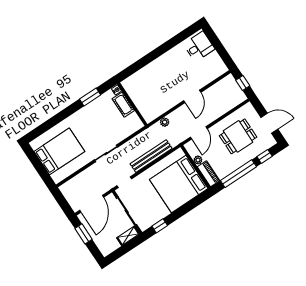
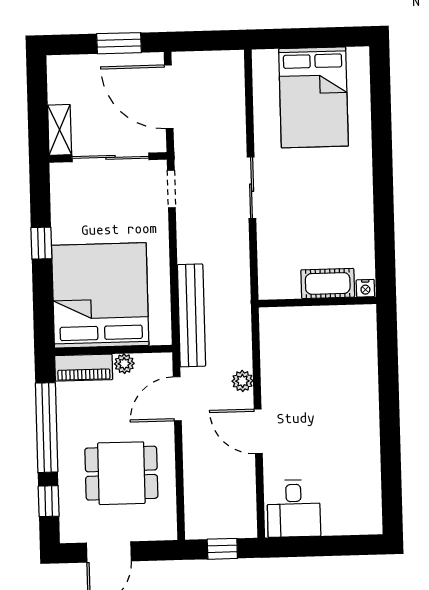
desk: (199, 47) -> (294, 508), moved
window: (90, 97) -> (384, 226), removed
plant: (165, 122) -> (242, 381), moved
door: (199, 133) -> (177, 399), hinge flipped
dining table: (238, 136) -> (121, 473), turned 90
bench: (151, 156) -> (191, 315), moved
window: (160, 226) -> (41, 243), moved

